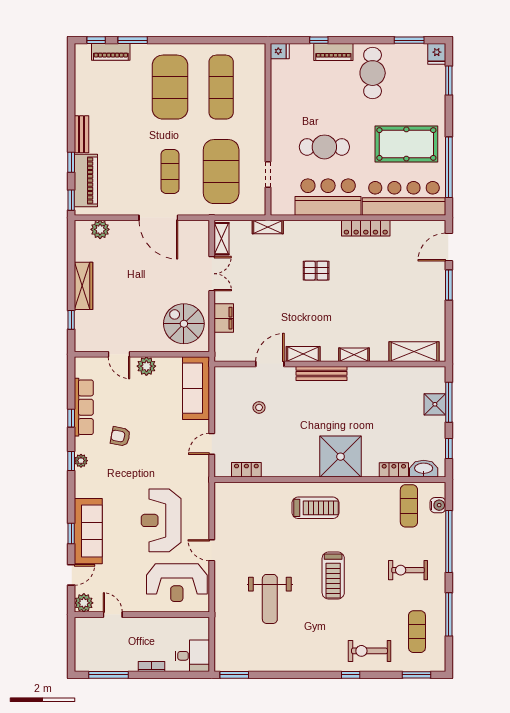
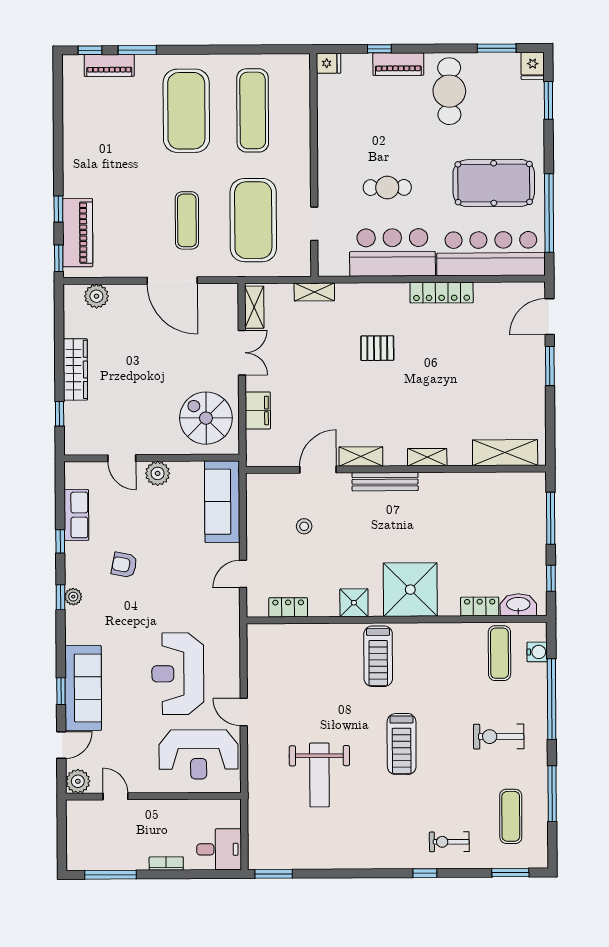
bench: (82, 134) -> (72, 173), removed
cafe table: (324, 147) -> (387, 187), width x0.73, depth x0.74
shower: (435, 404) -> (354, 603), moved
row of seats: (84, 407) -> (76, 515), width x0.68
treadmill: (316, 508) -> (378, 656), turned 90
exercise bike: (369, 651) -> (449, 842), width x0.73, depth x0.72

